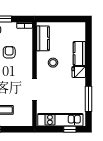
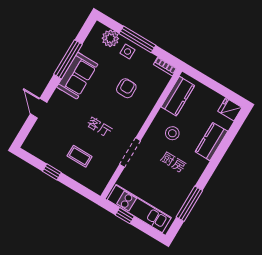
fridge: (79, 72) -> (230, 109), moved
window: (70, 129) -> (125, 216), moved

